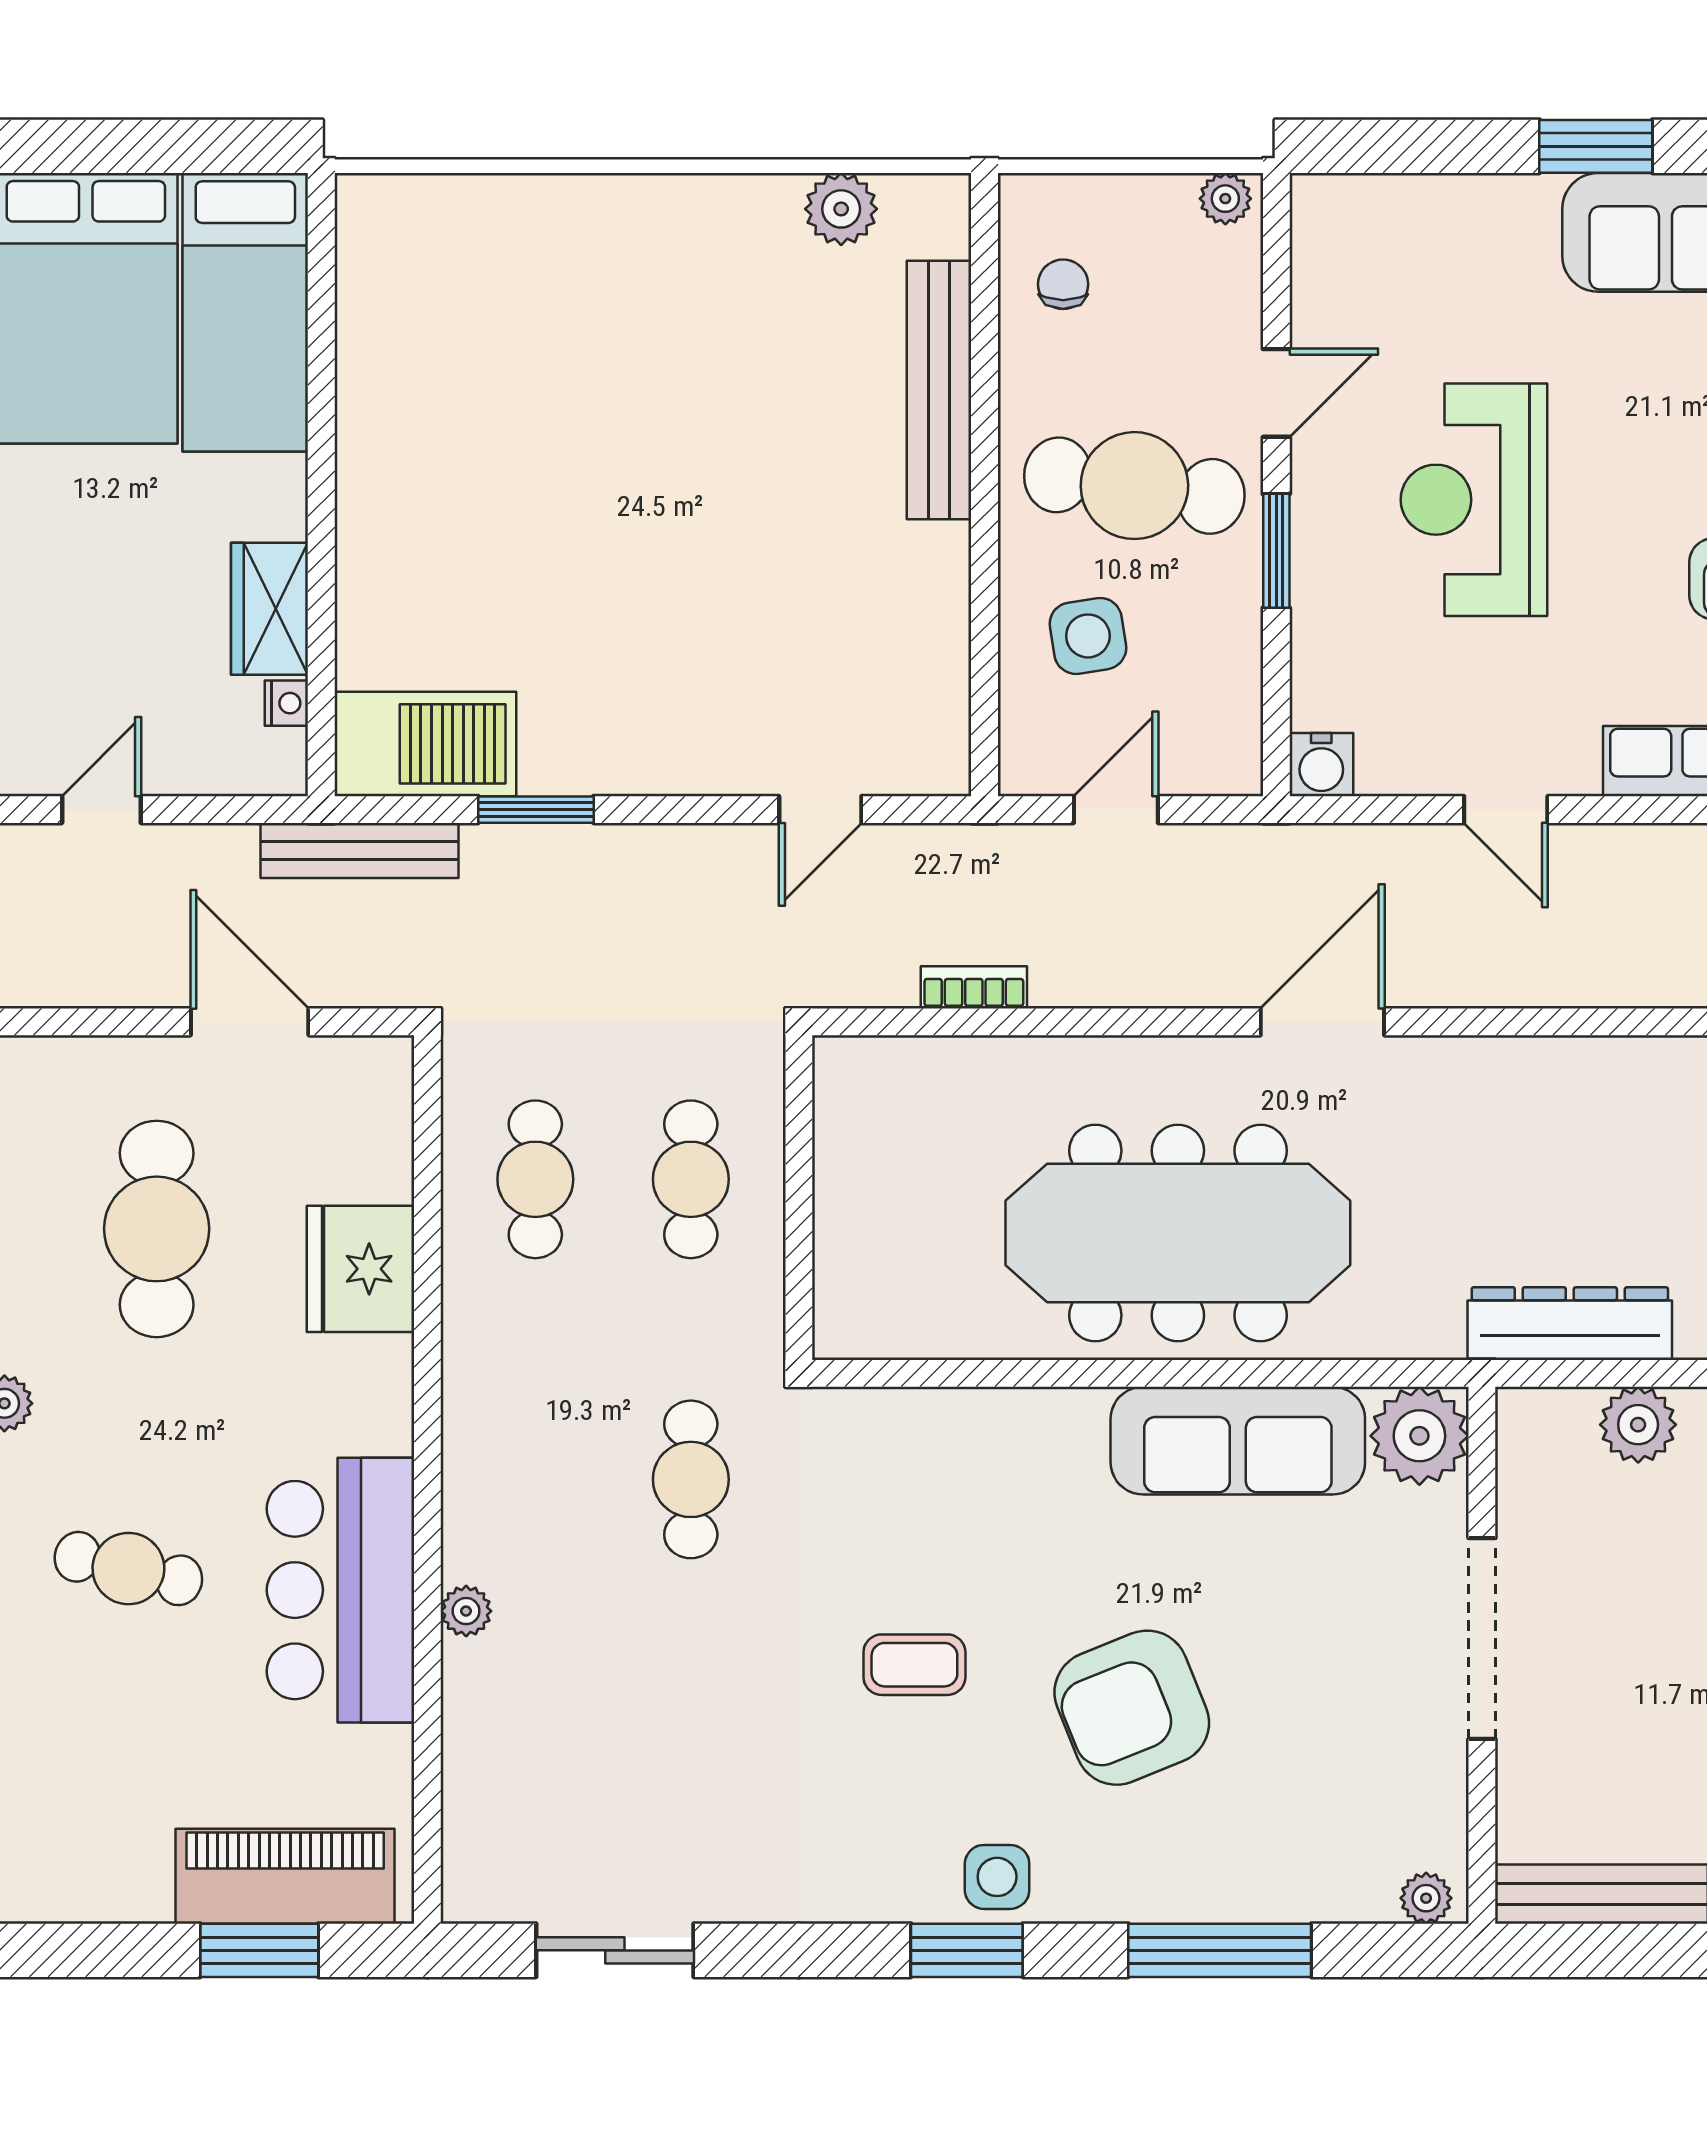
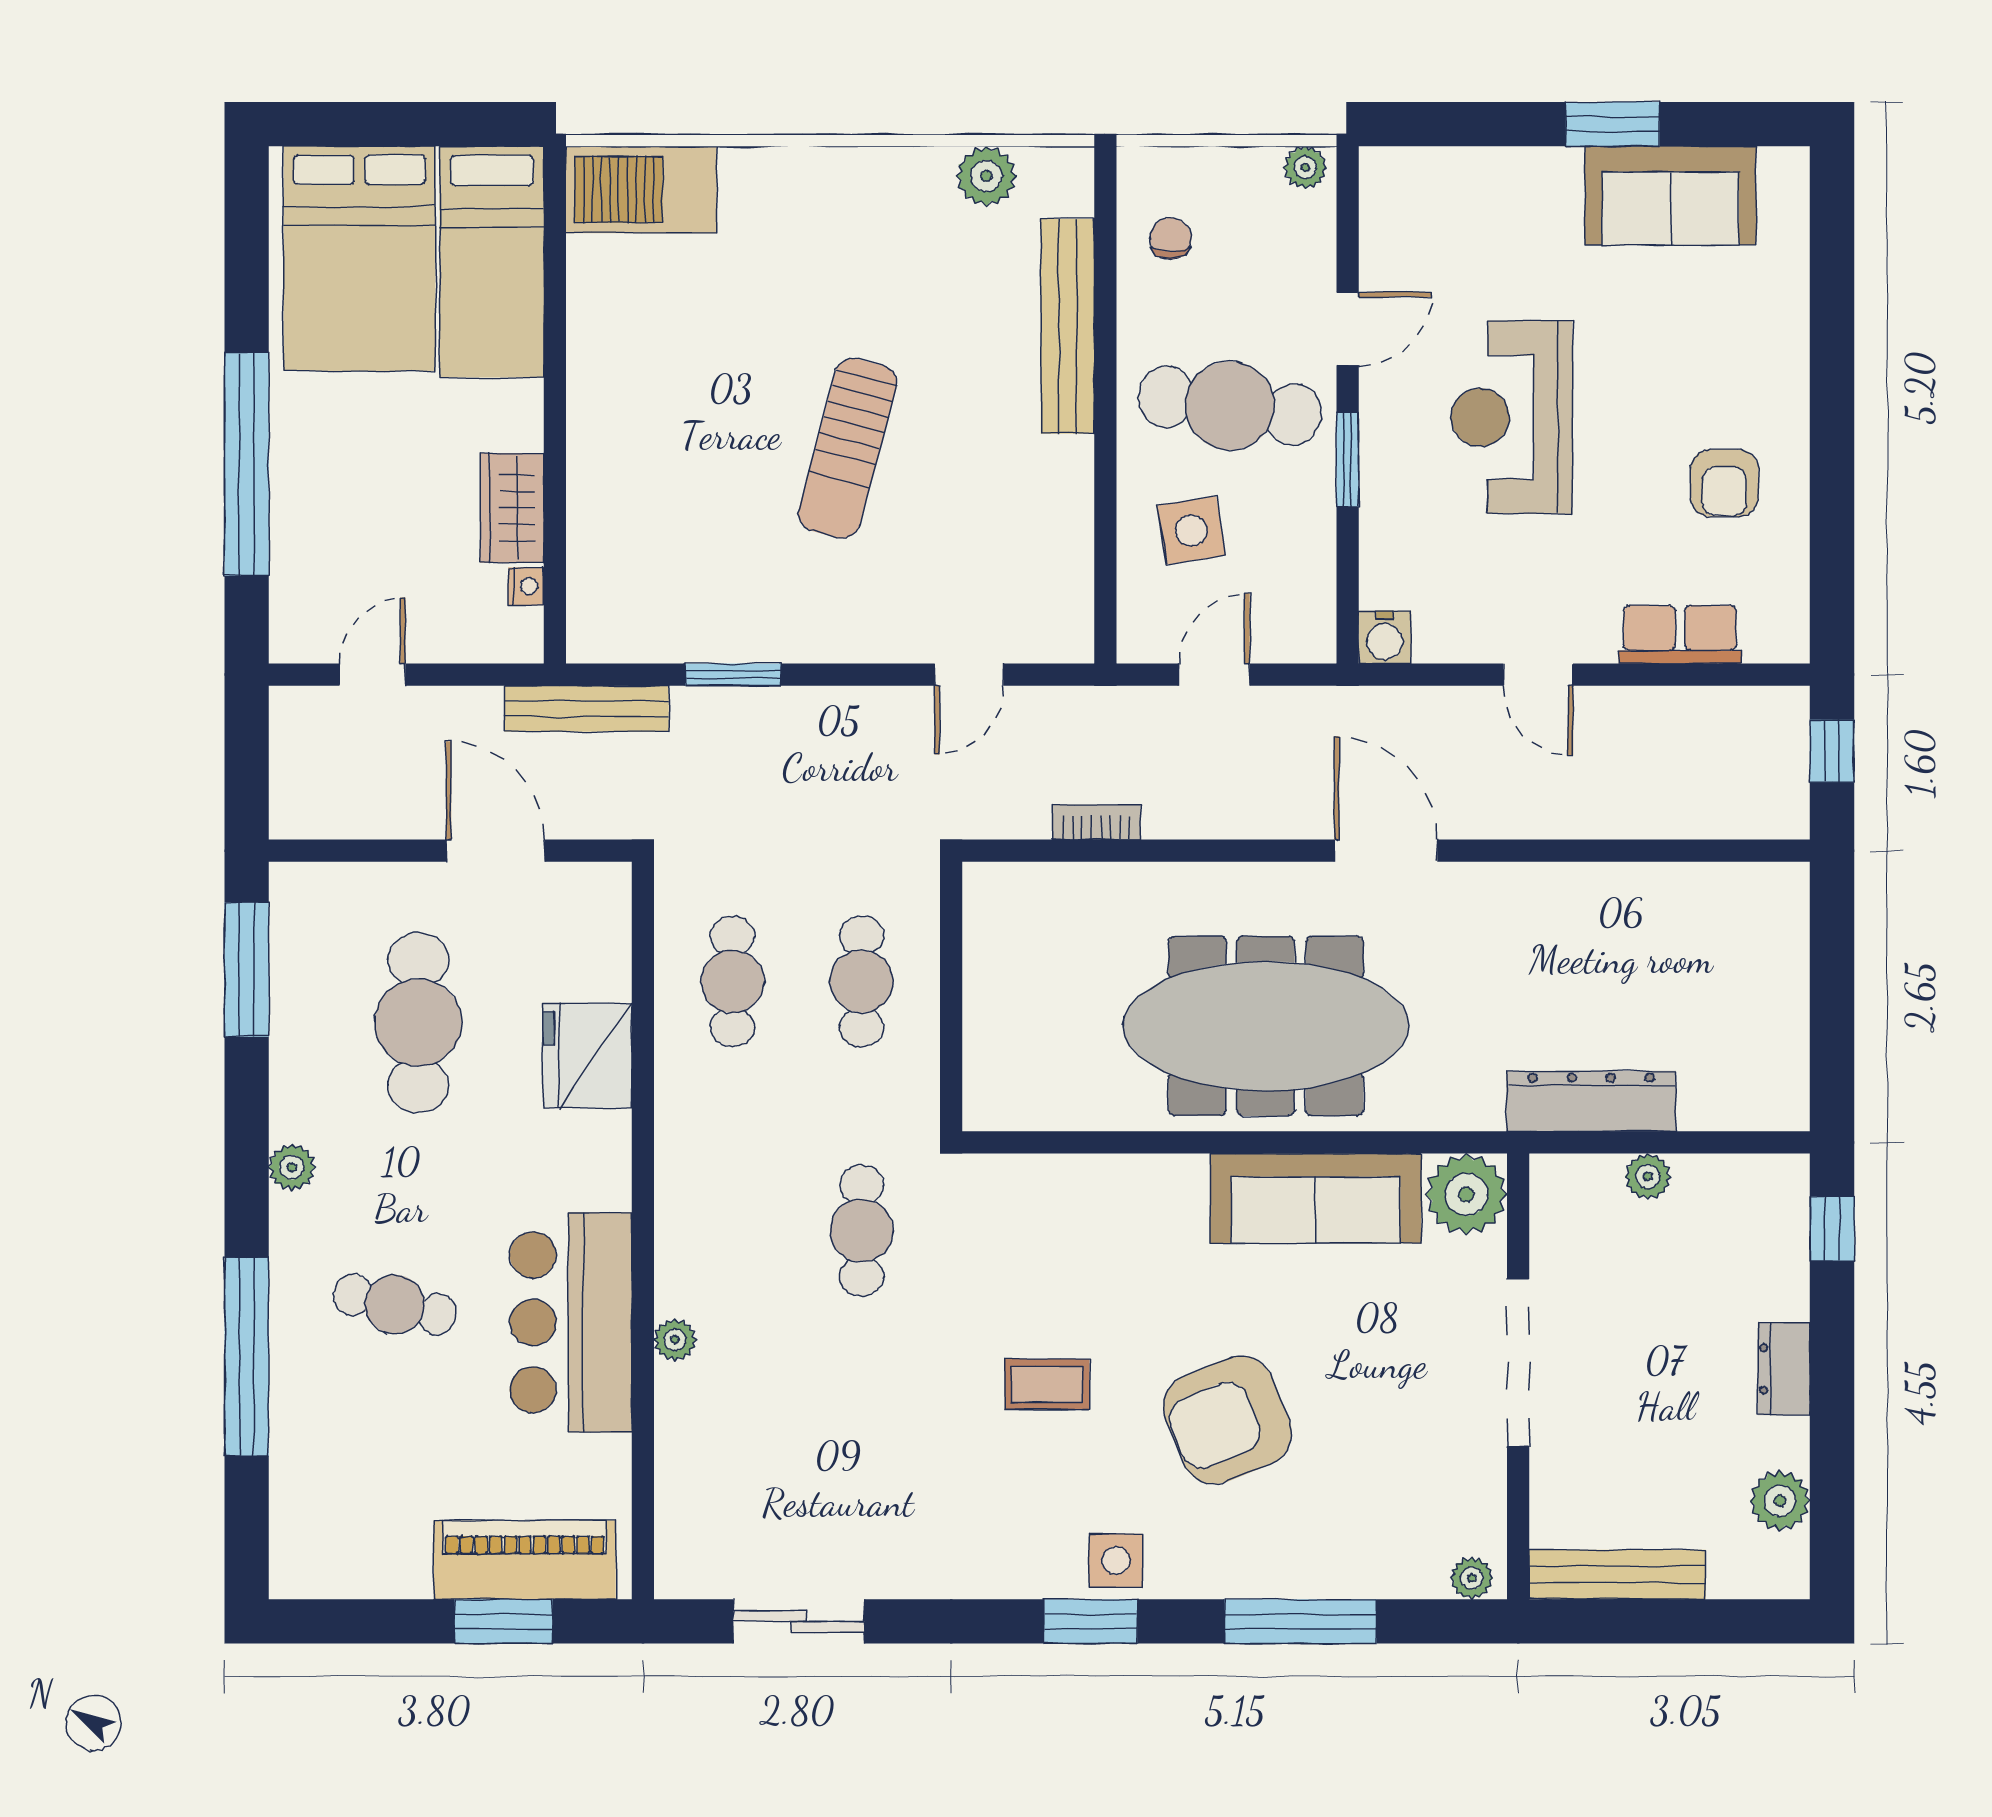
sun lounger: (674, 537) -> (848, 448), added
barbecue: (425, 744) -> (641, 190), moved, turned 180
door: (1322, 1022) -> (1386, 851), hinge flipped
plant: (1638, 1425) -> (1648, 1176), width x0.73, depth x0.73

